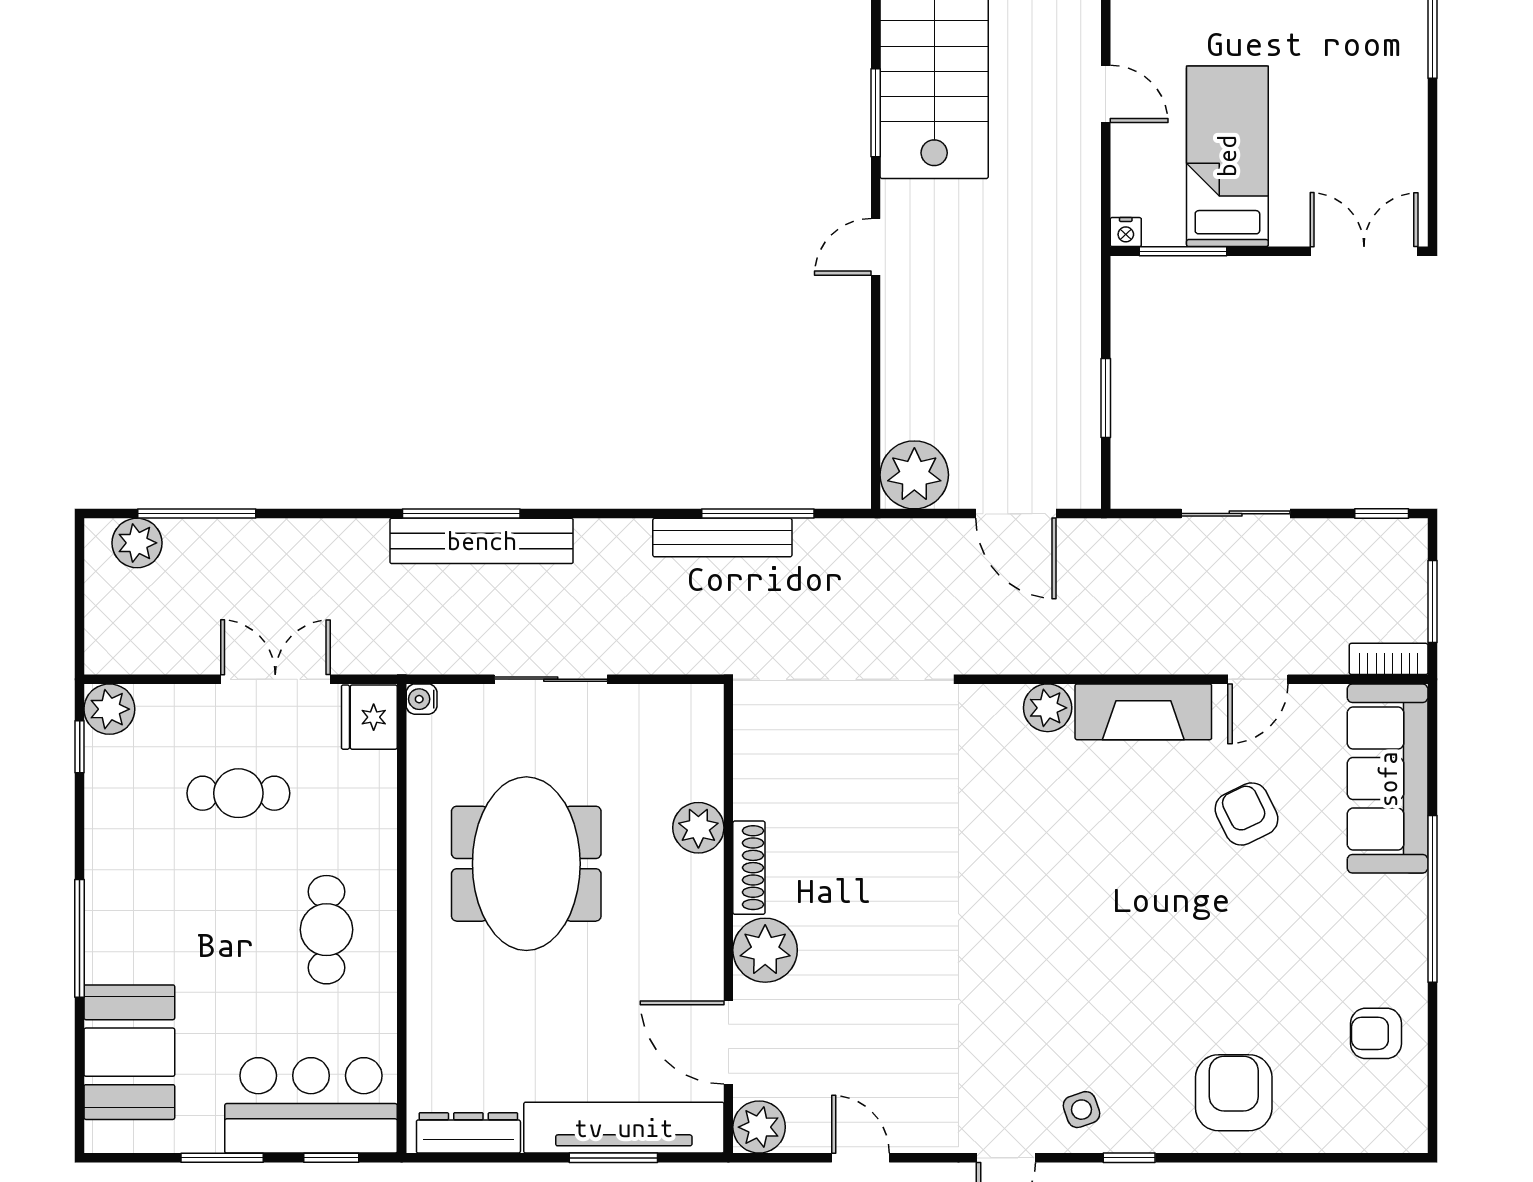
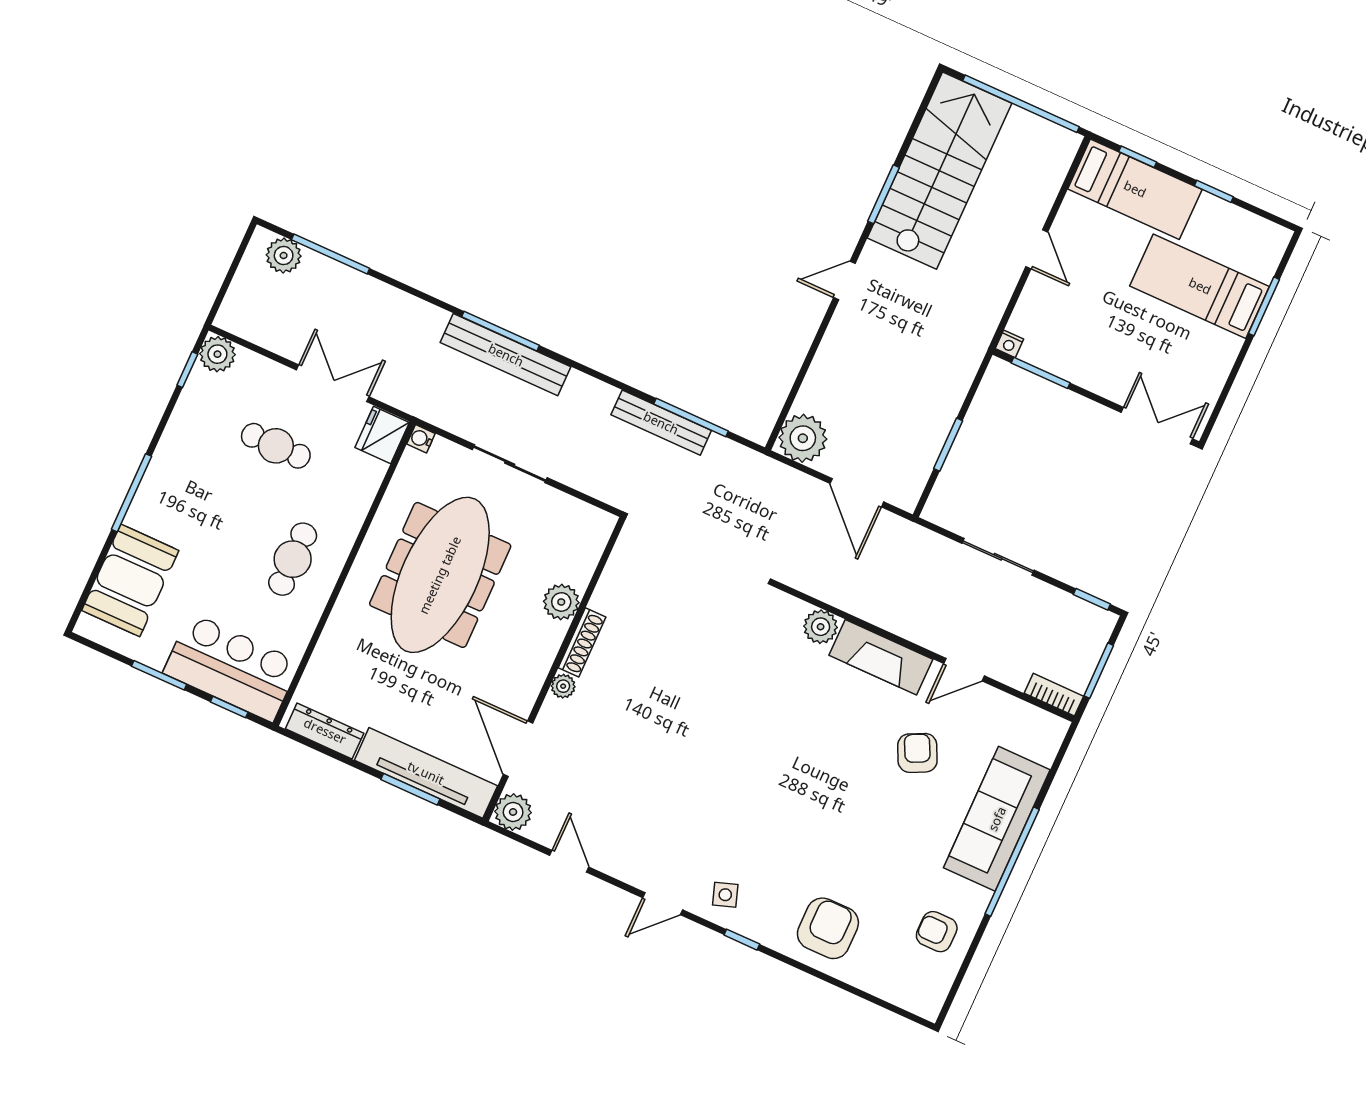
bed: (1227, 156) -> (1200, 286), moved, turned -90
sofa: (1388, 779) -> (997, 819), moved
meeting table: (526, 864) -> (440, 575), width x1.36
plant: (765, 950) -> (563, 686), width x0.53, depth x0.53

